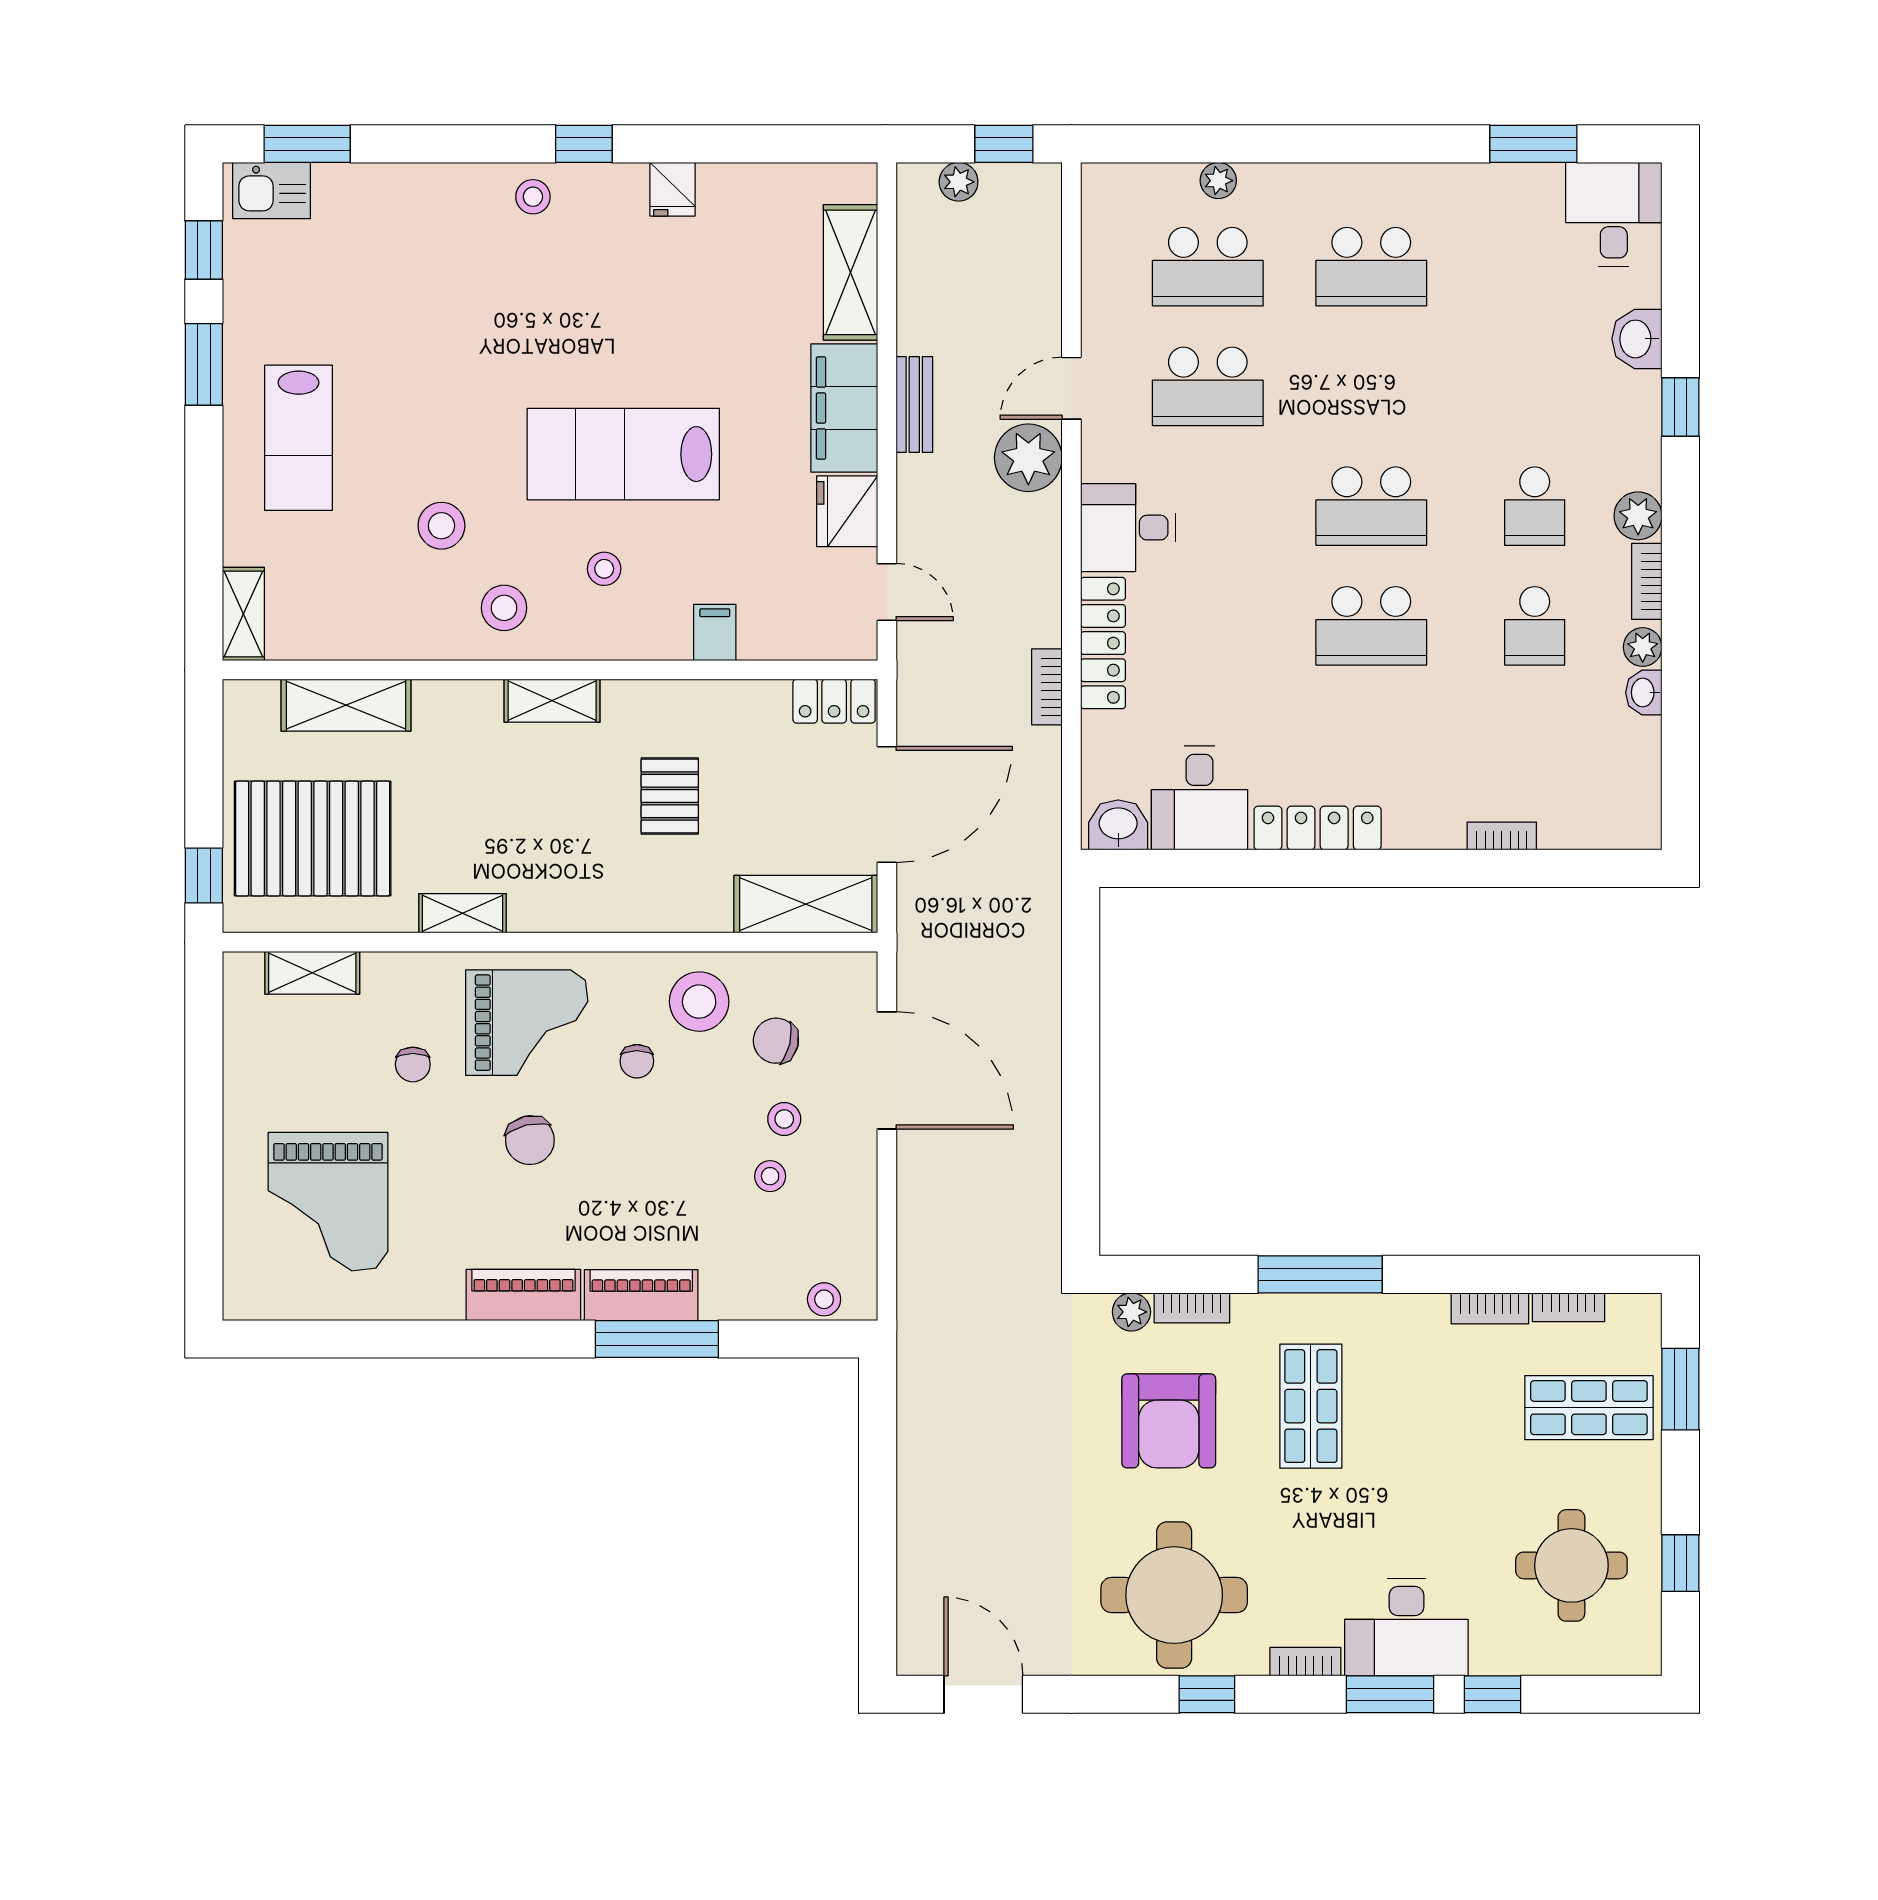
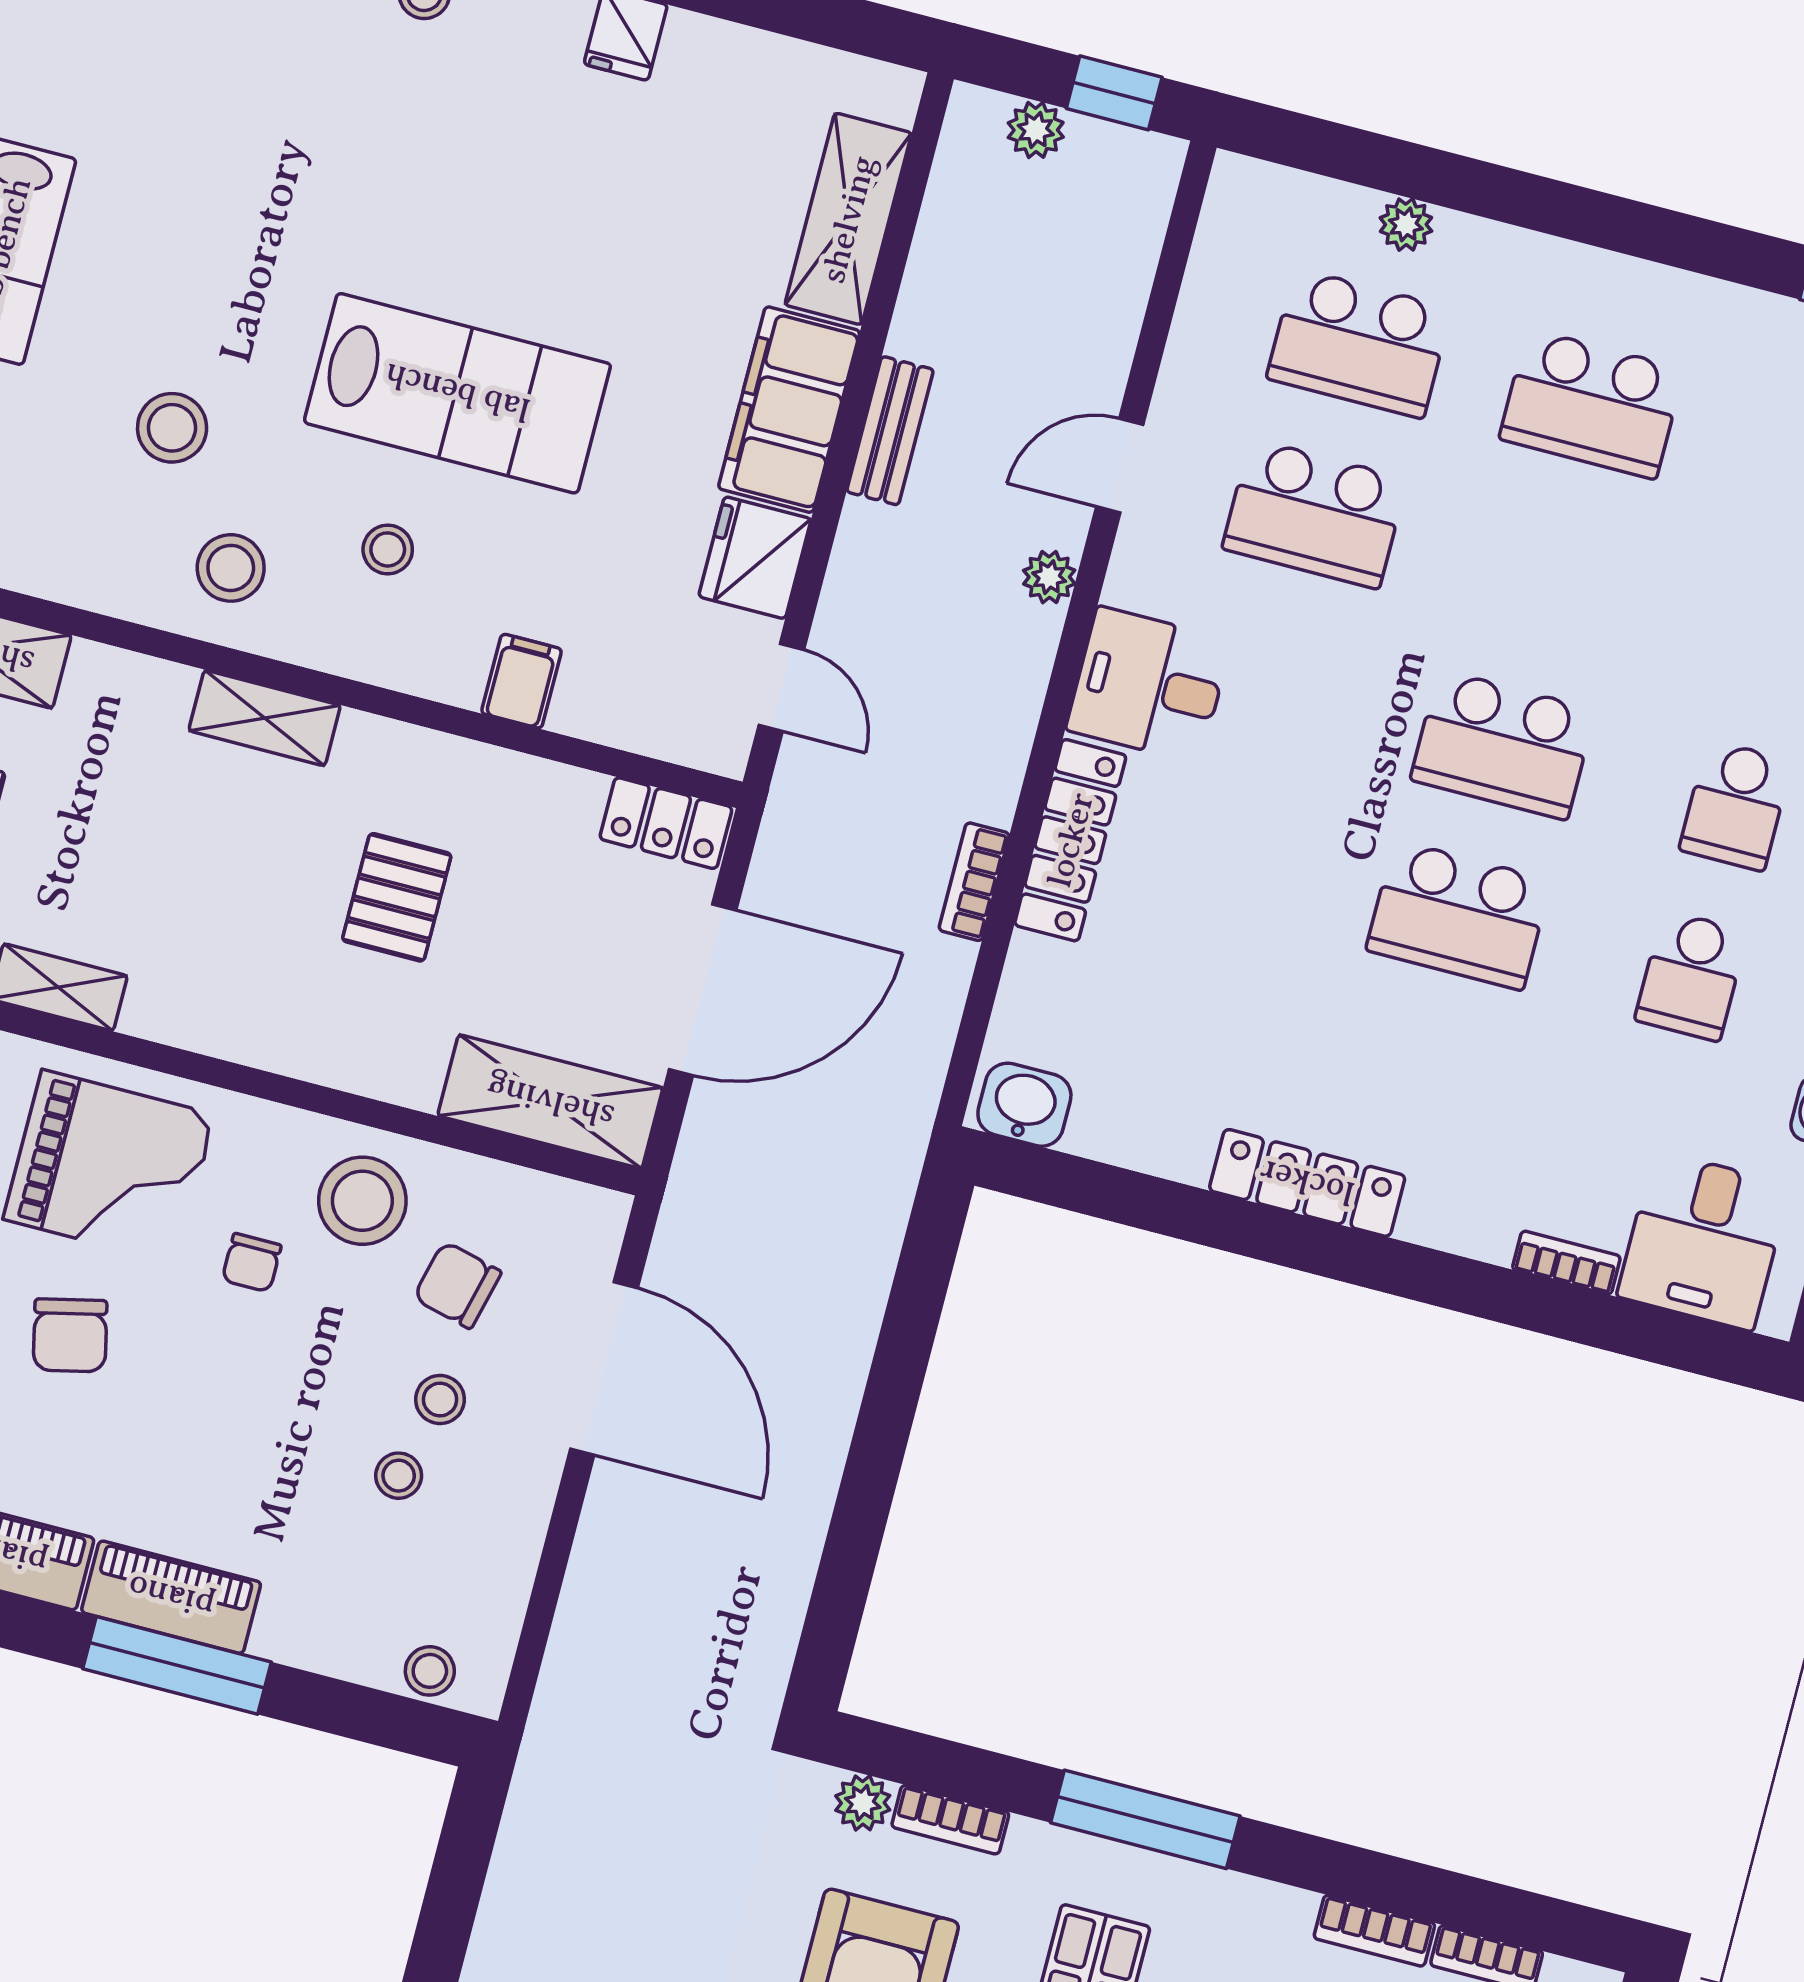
lab bench: (623, 454) -> (457, 393), turned 180
plant: (1028, 458) -> (1049, 577), width x0.53, depth x0.53
desk: (1200, 798) -> (1704, 1241), moved

